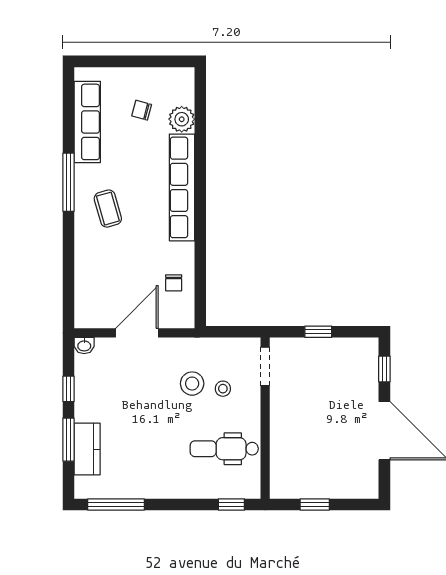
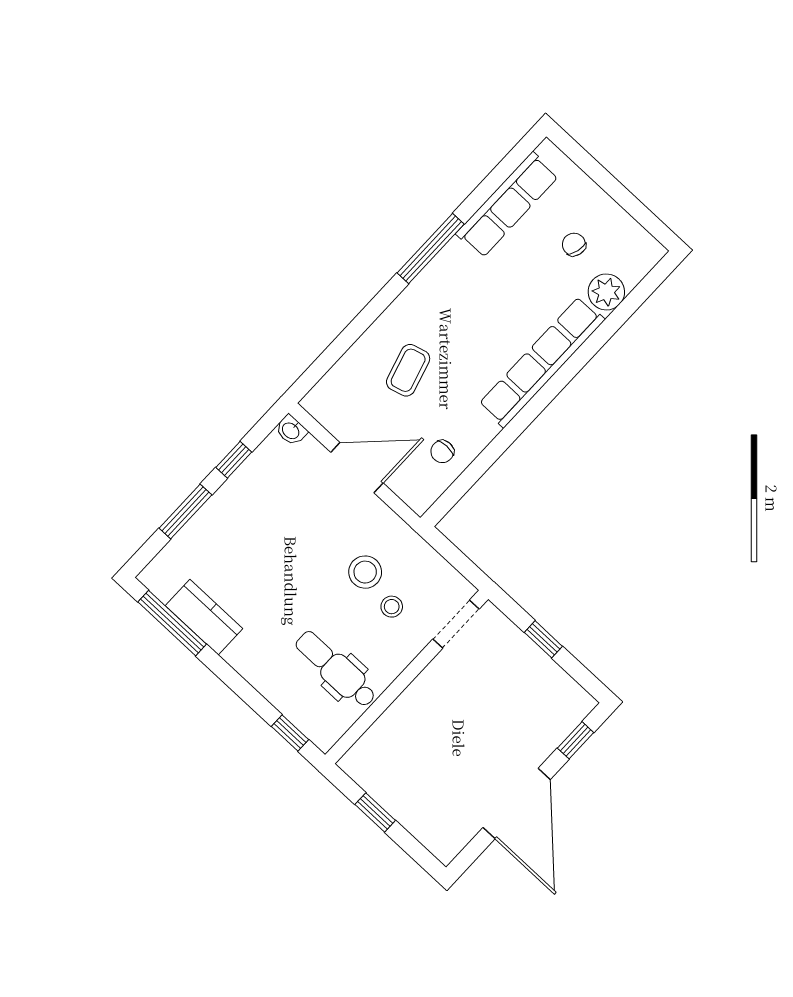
coffee table: (108, 209) -> (408, 370), moved
kitchen counter: (87, 449) -> (204, 617), moved, turned -90

